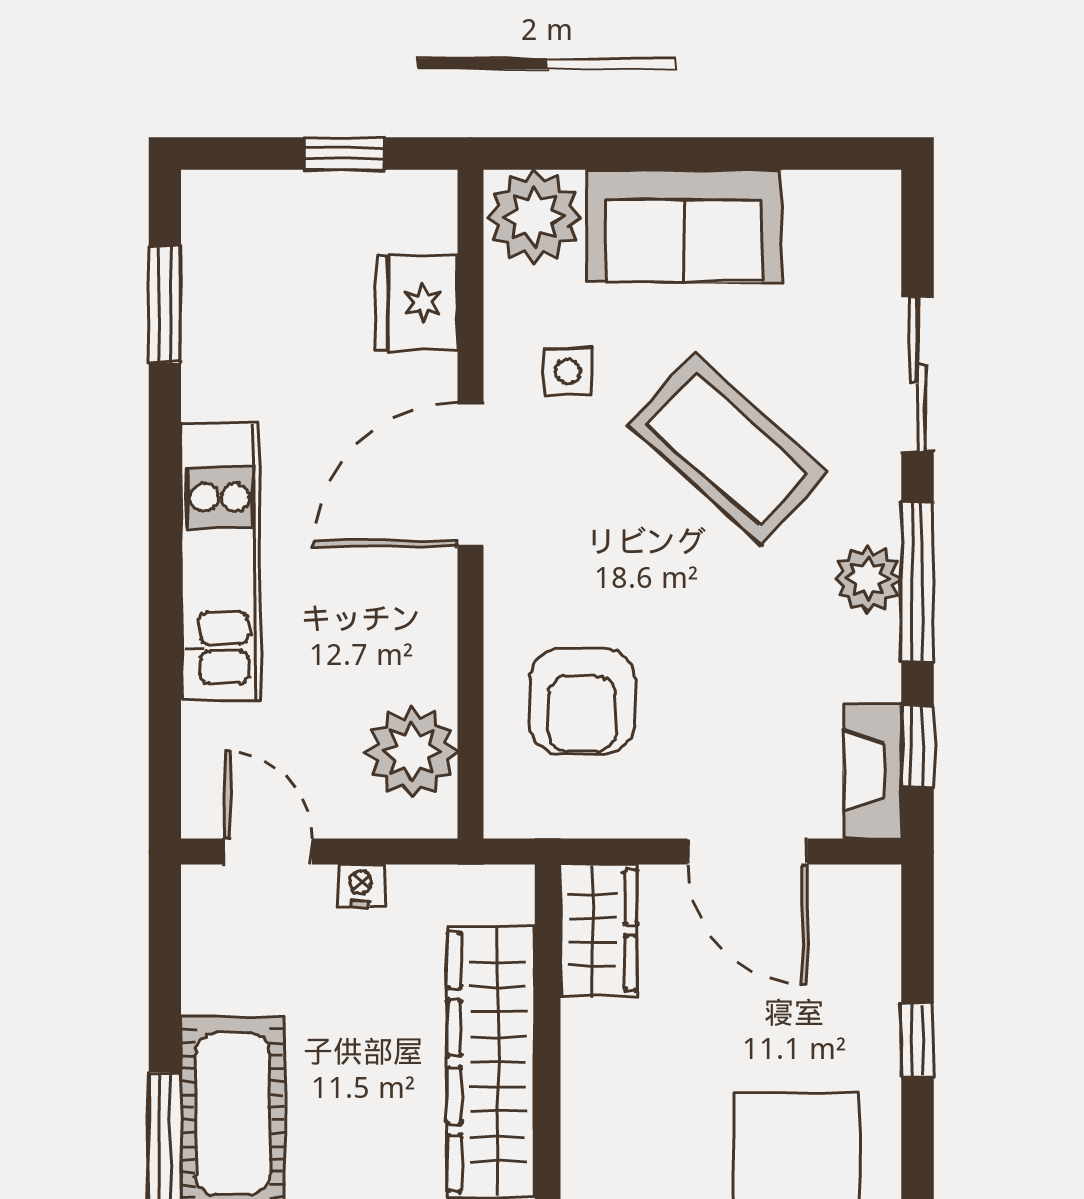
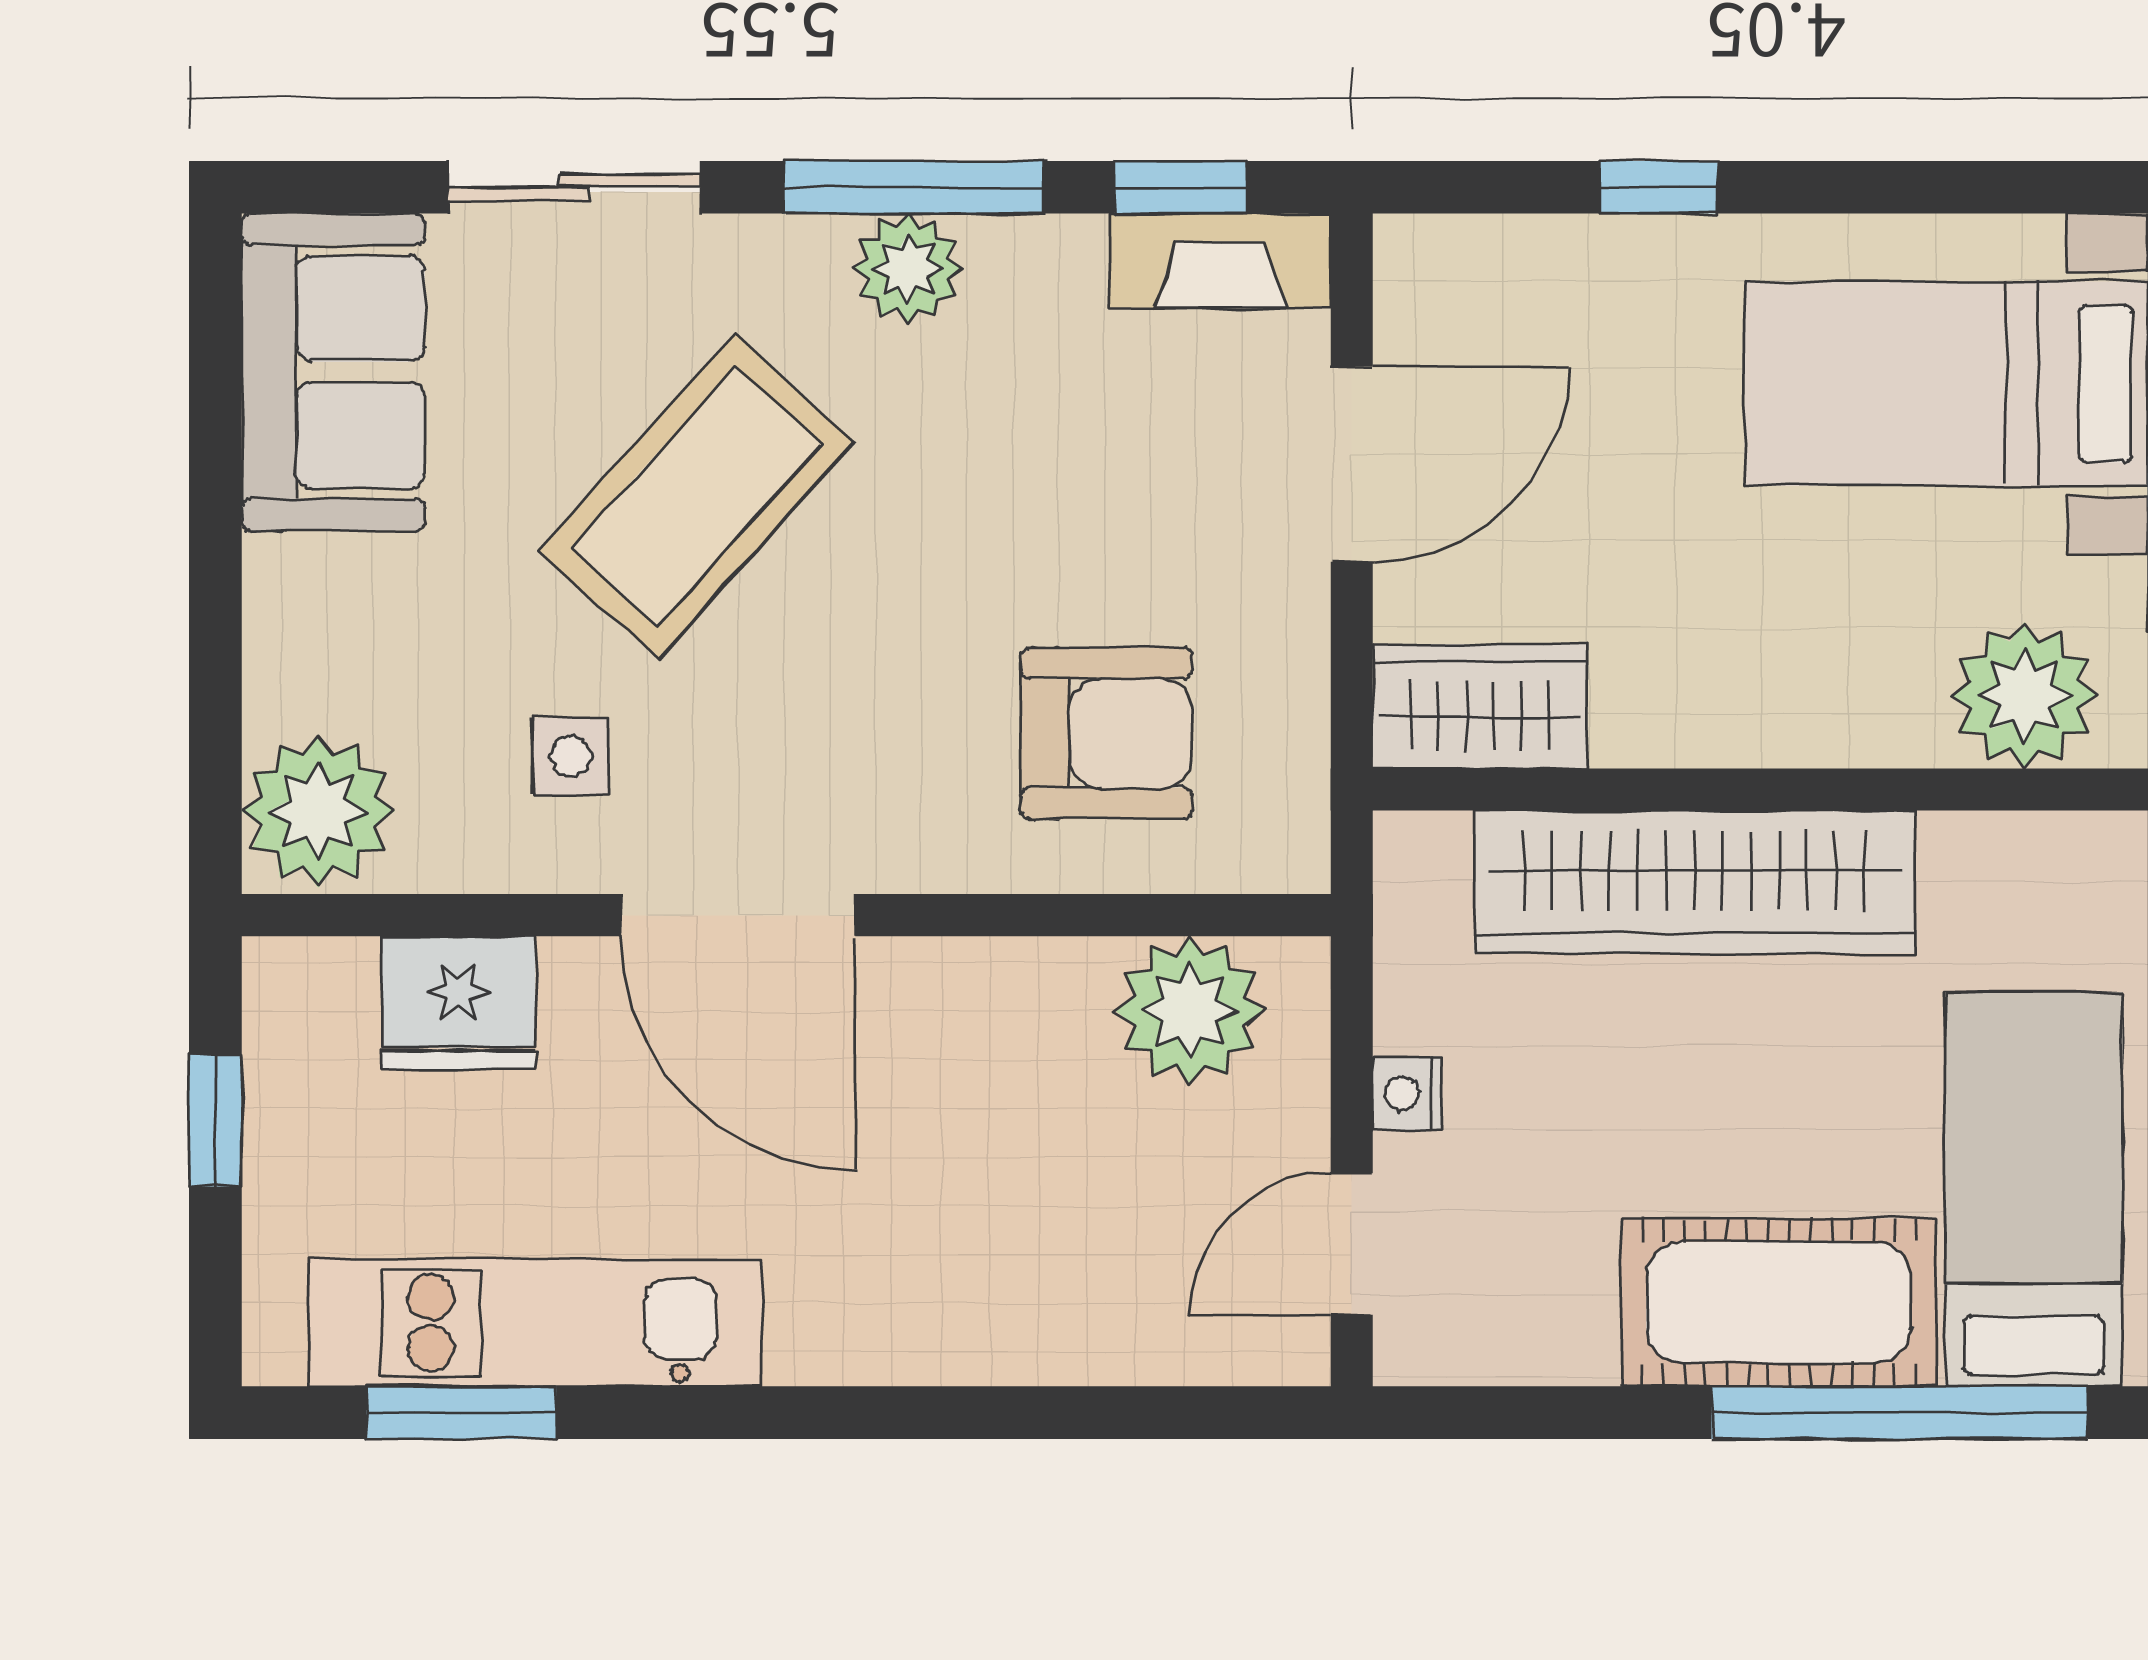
sofa: (684, 226) -> (333, 372), moved
kitchen unit: (220, 561) -> (535, 1323), moved

